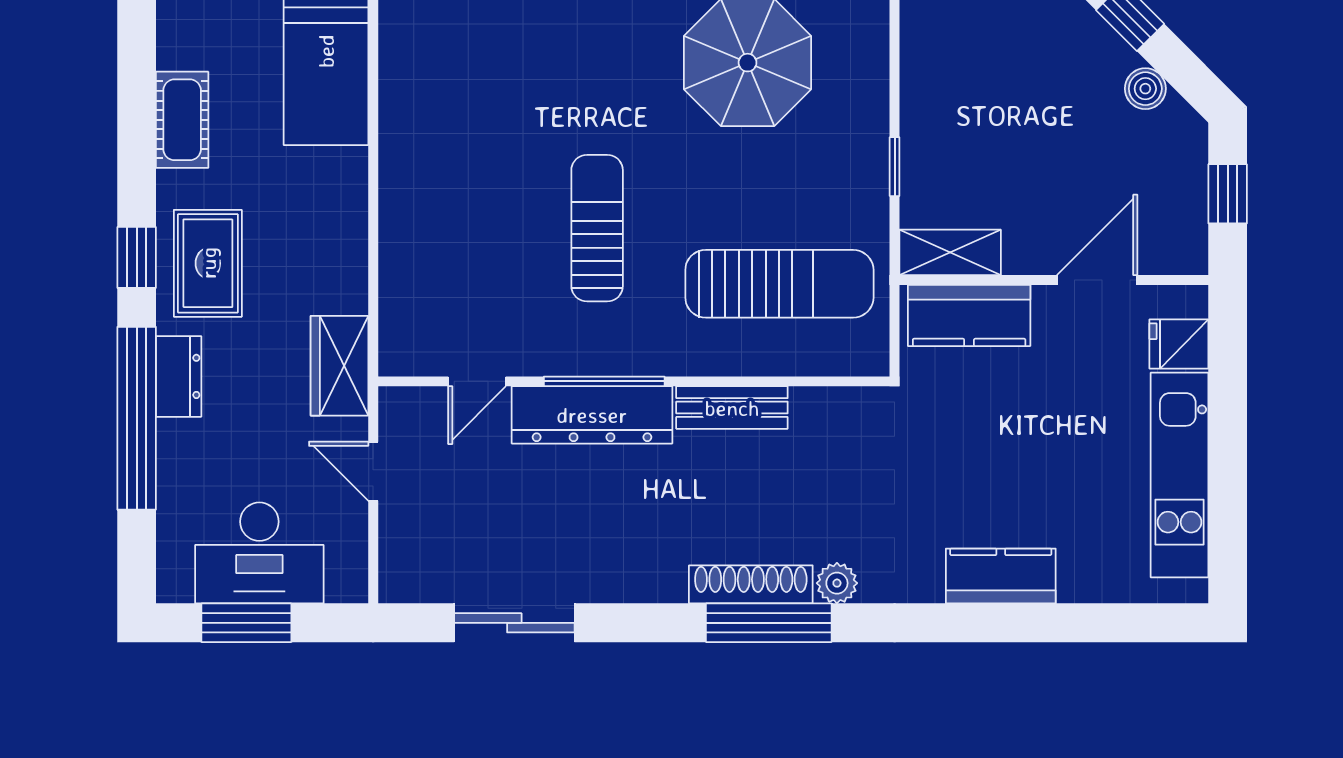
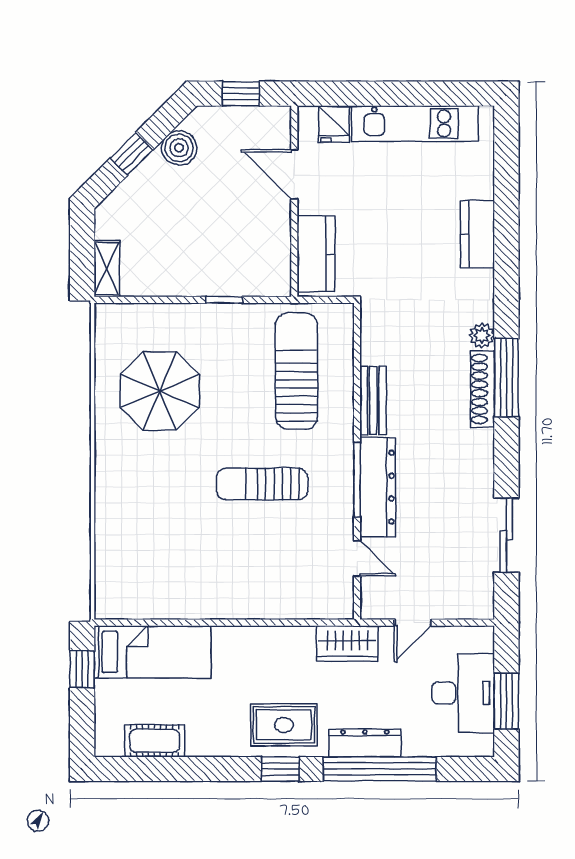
boiler: (1145, 89) -> (179, 148), width x1.36, depth x1.36
cot: (182, 120) -> (155, 741), moved
shelving: (950, 252) -> (277, 265), removed
dresser: (179, 376) -> (365, 743), width x1.44

